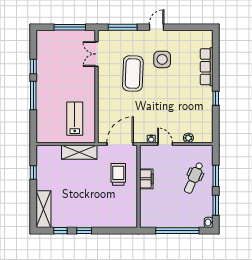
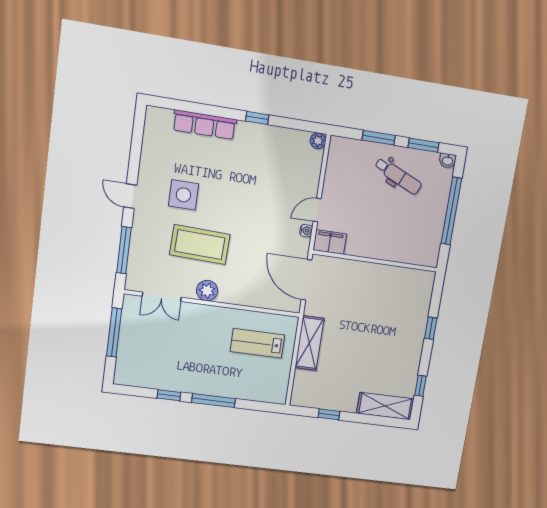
plant: (104, 82) -> (207, 291), added
plant: (188, 138) -> (318, 141), moved
trolley: (118, 174) -> (352, 289), removed
dental chair: (194, 178) -> (398, 176), moved
filing cabinet: (146, 179) -> (330, 242), moved
window: (84, 231) -> (431, 328), moved

